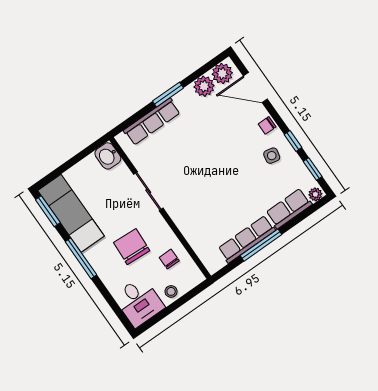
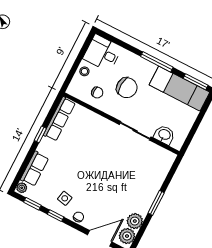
row of seats: (152, 122) -> (157, 179), removed
washbasin: (108, 156) -> (164, 135), moved
row of seats: (247, 239) -> (59, 119), moved
window: (261, 245) -> (40, 134), width x0.46

